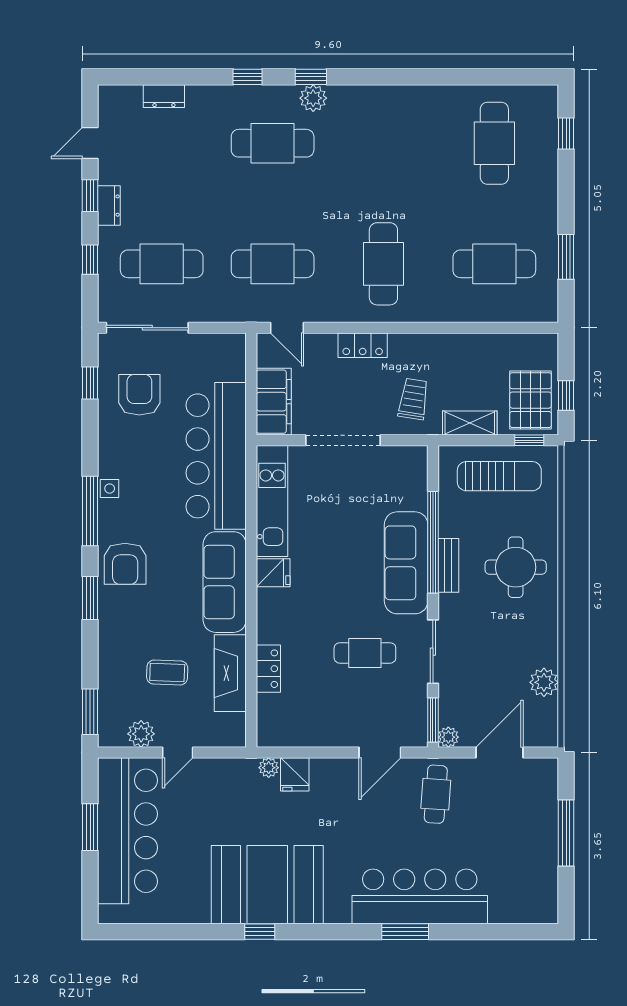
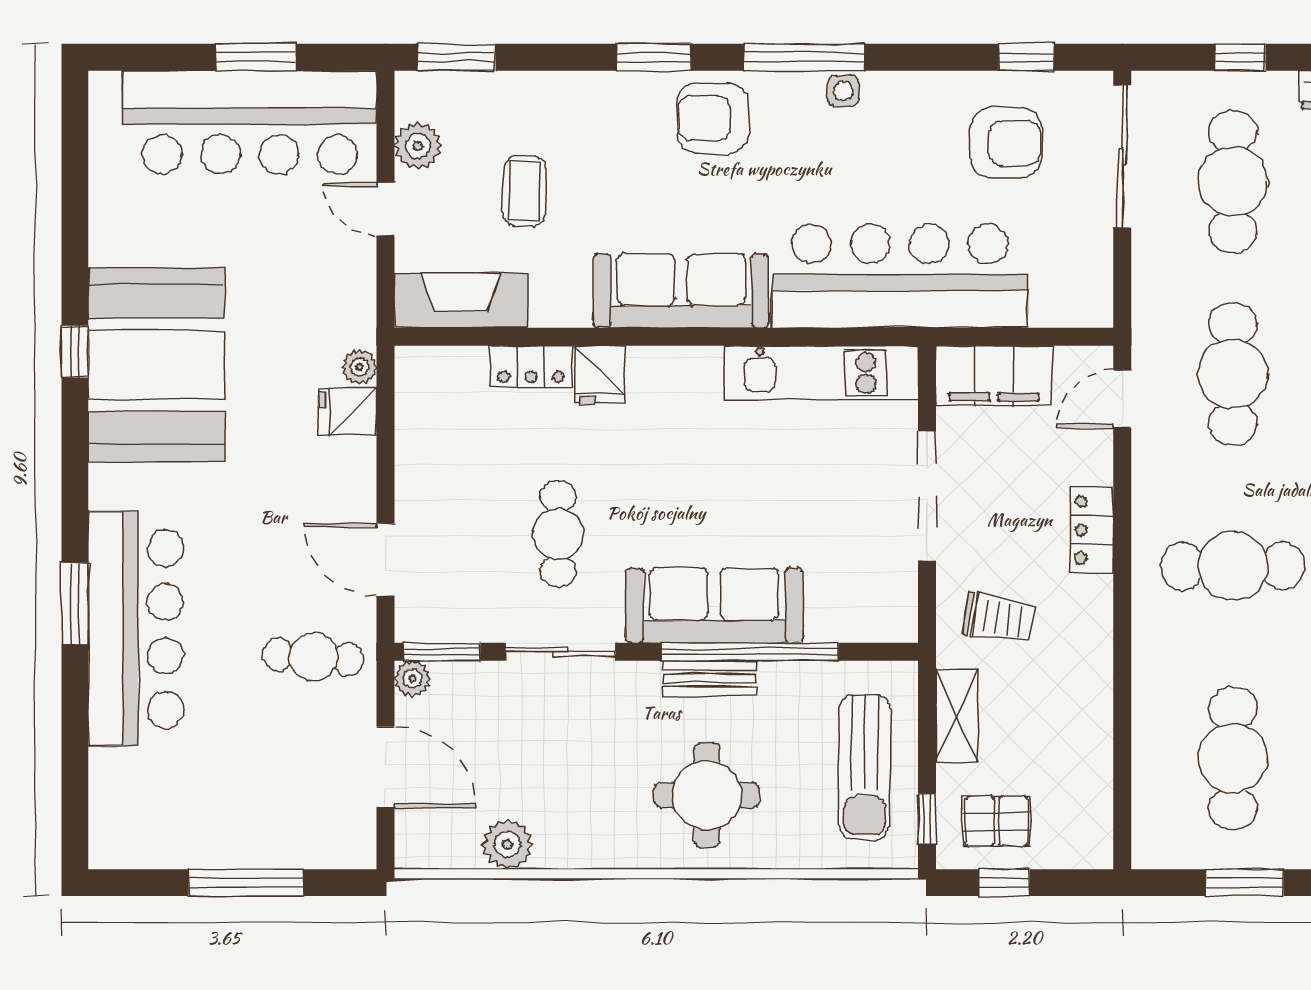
pallet: (531, 400) -> (997, 821), width x0.67, depth x0.71
fridge: (273, 573) -> (600, 375), moved
fireplace: (230, 673) -> (461, 300), moved

